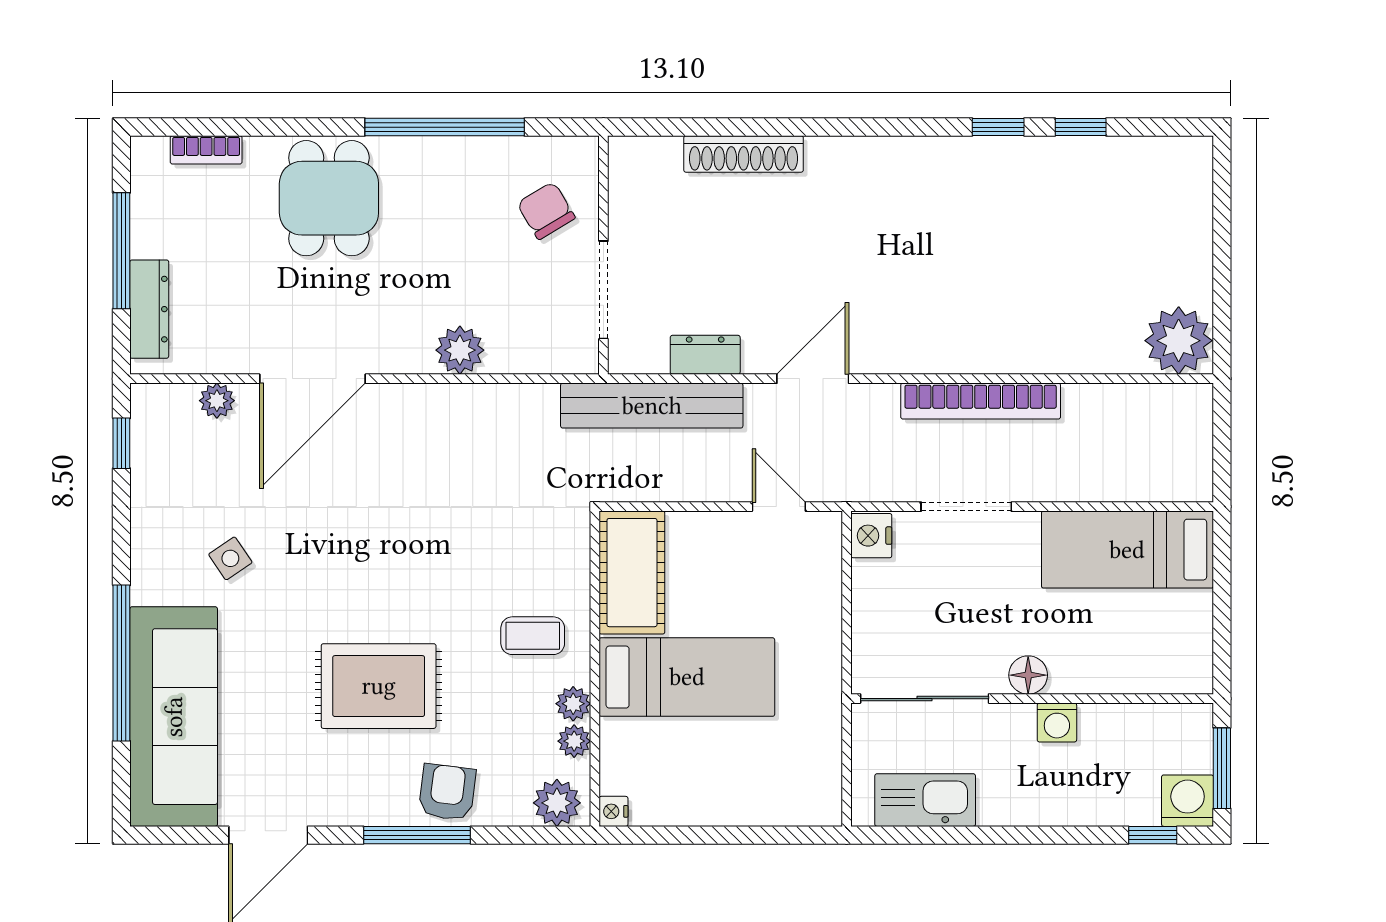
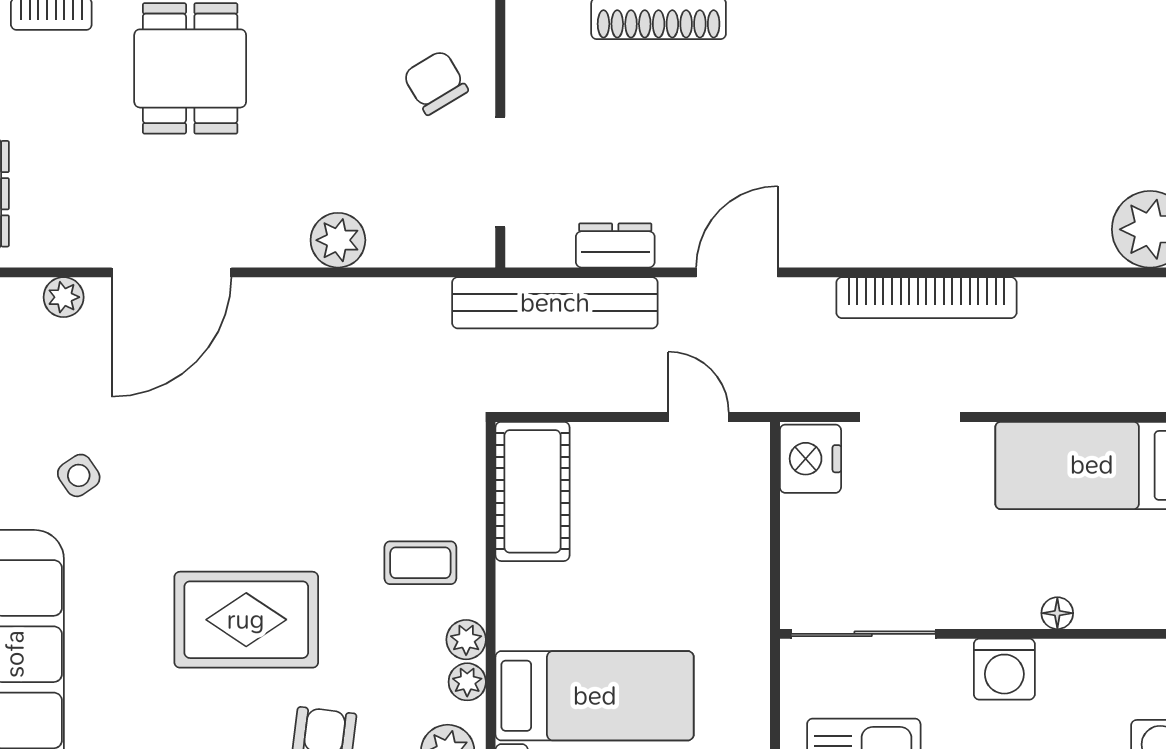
nightstand: (871, 536) -> (810, 459), width x1.36, depth x1.33
floor lamp: (1028, 675) -> (1057, 613), moved, width x0.73, depth x0.73
bed: (687, 677) -> (595, 696), moved
washing machine: (1057, 722) -> (1004, 669), width x1.38, depth x1.38

